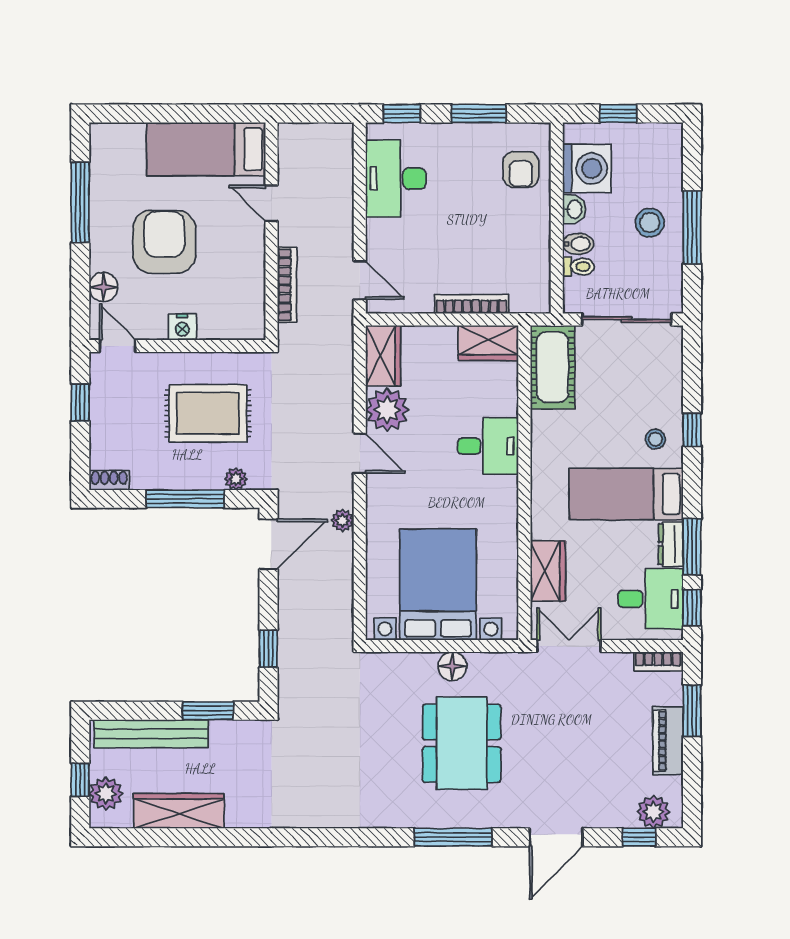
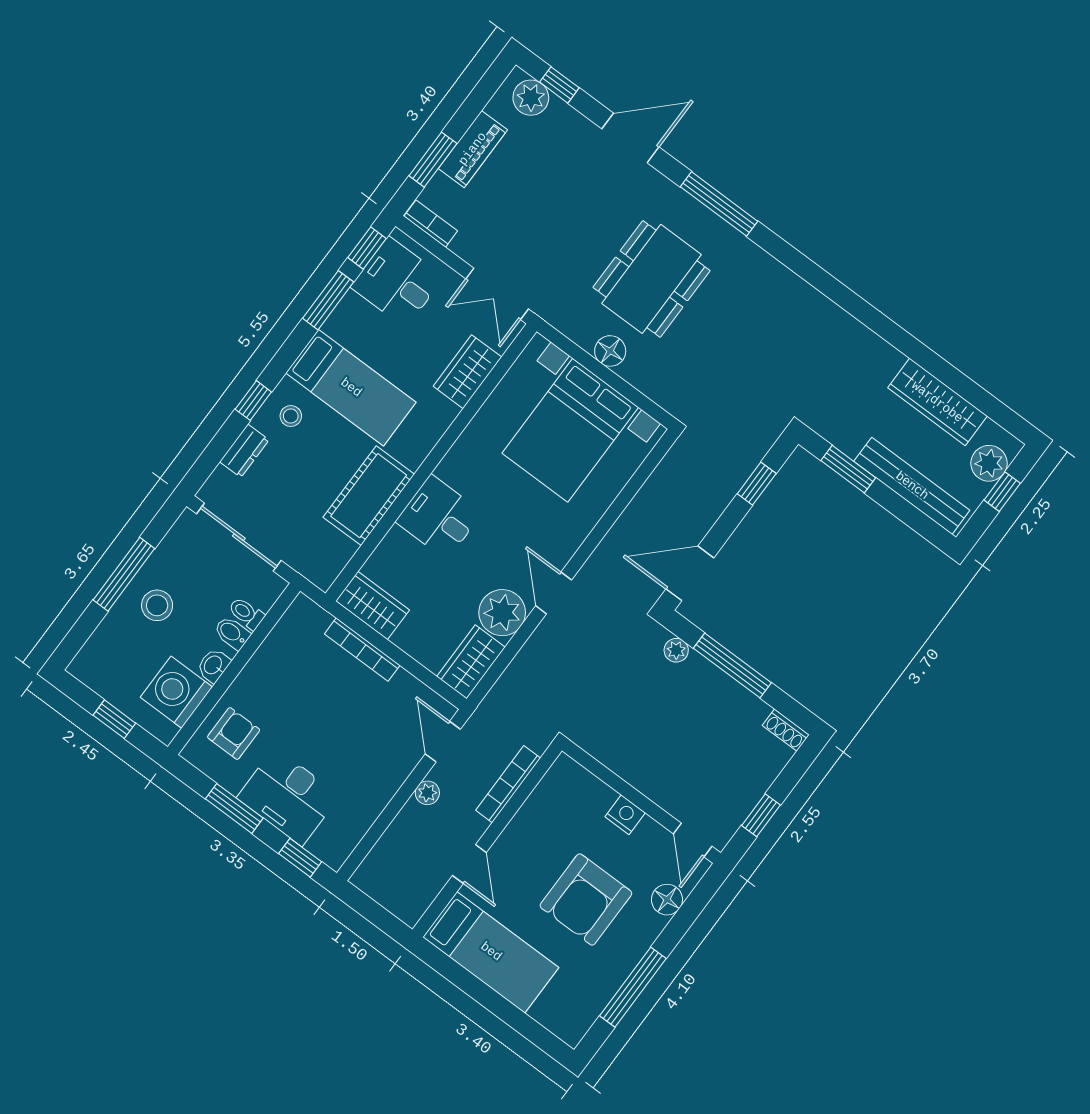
desk: (396, 179) -> (288, 797), moved, turned 90
cot: (552, 367) -> (369, 496), moved
rug: (208, 413) -> (658, 724), removed
plant: (343, 520) -> (427, 793), moved
dresser: (671, 544) -> (244, 451), moved

